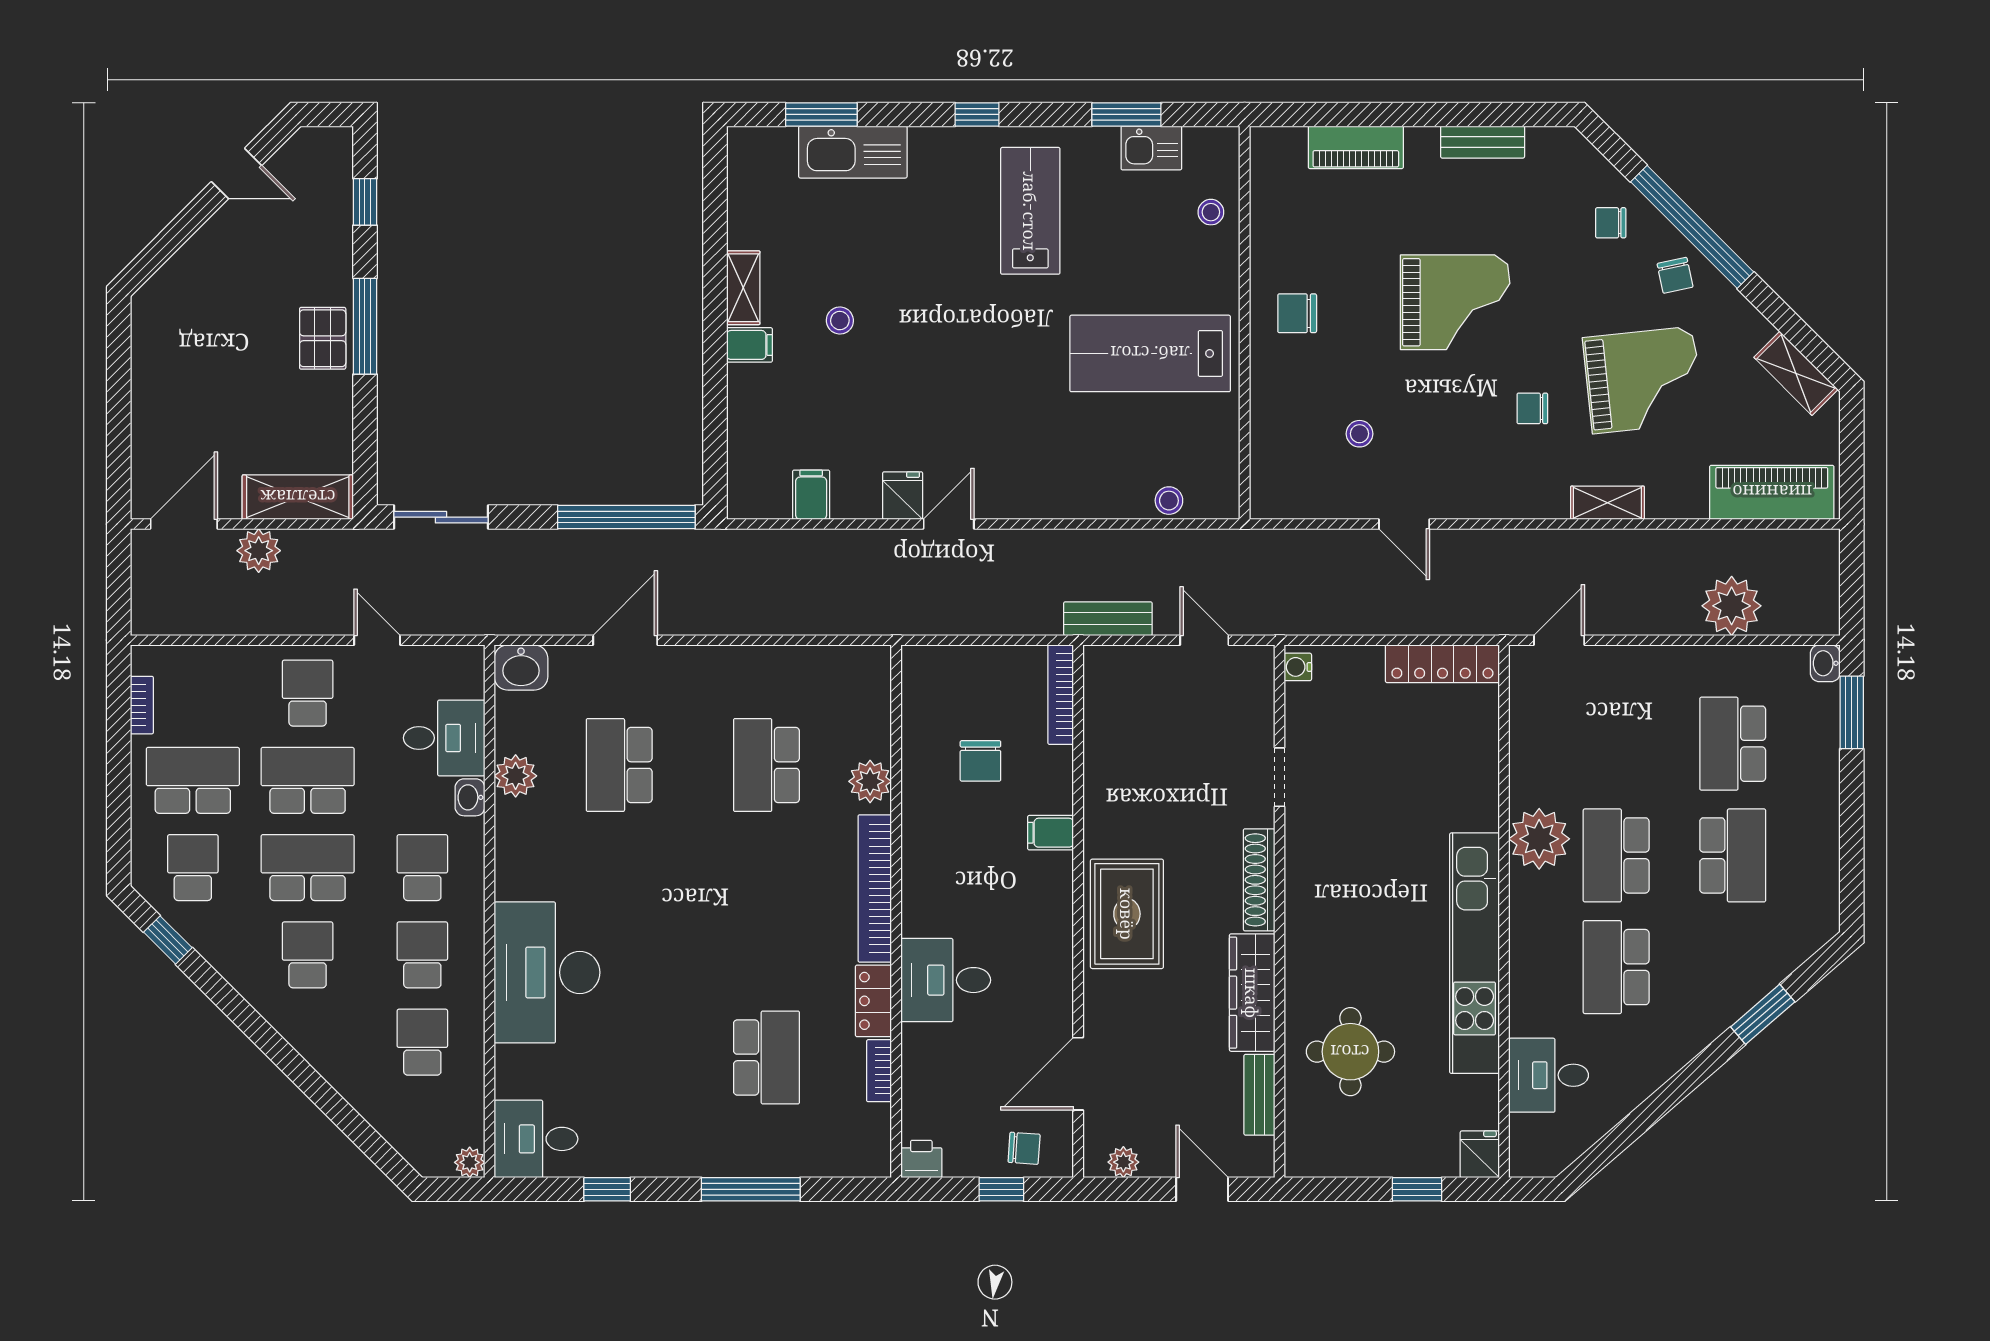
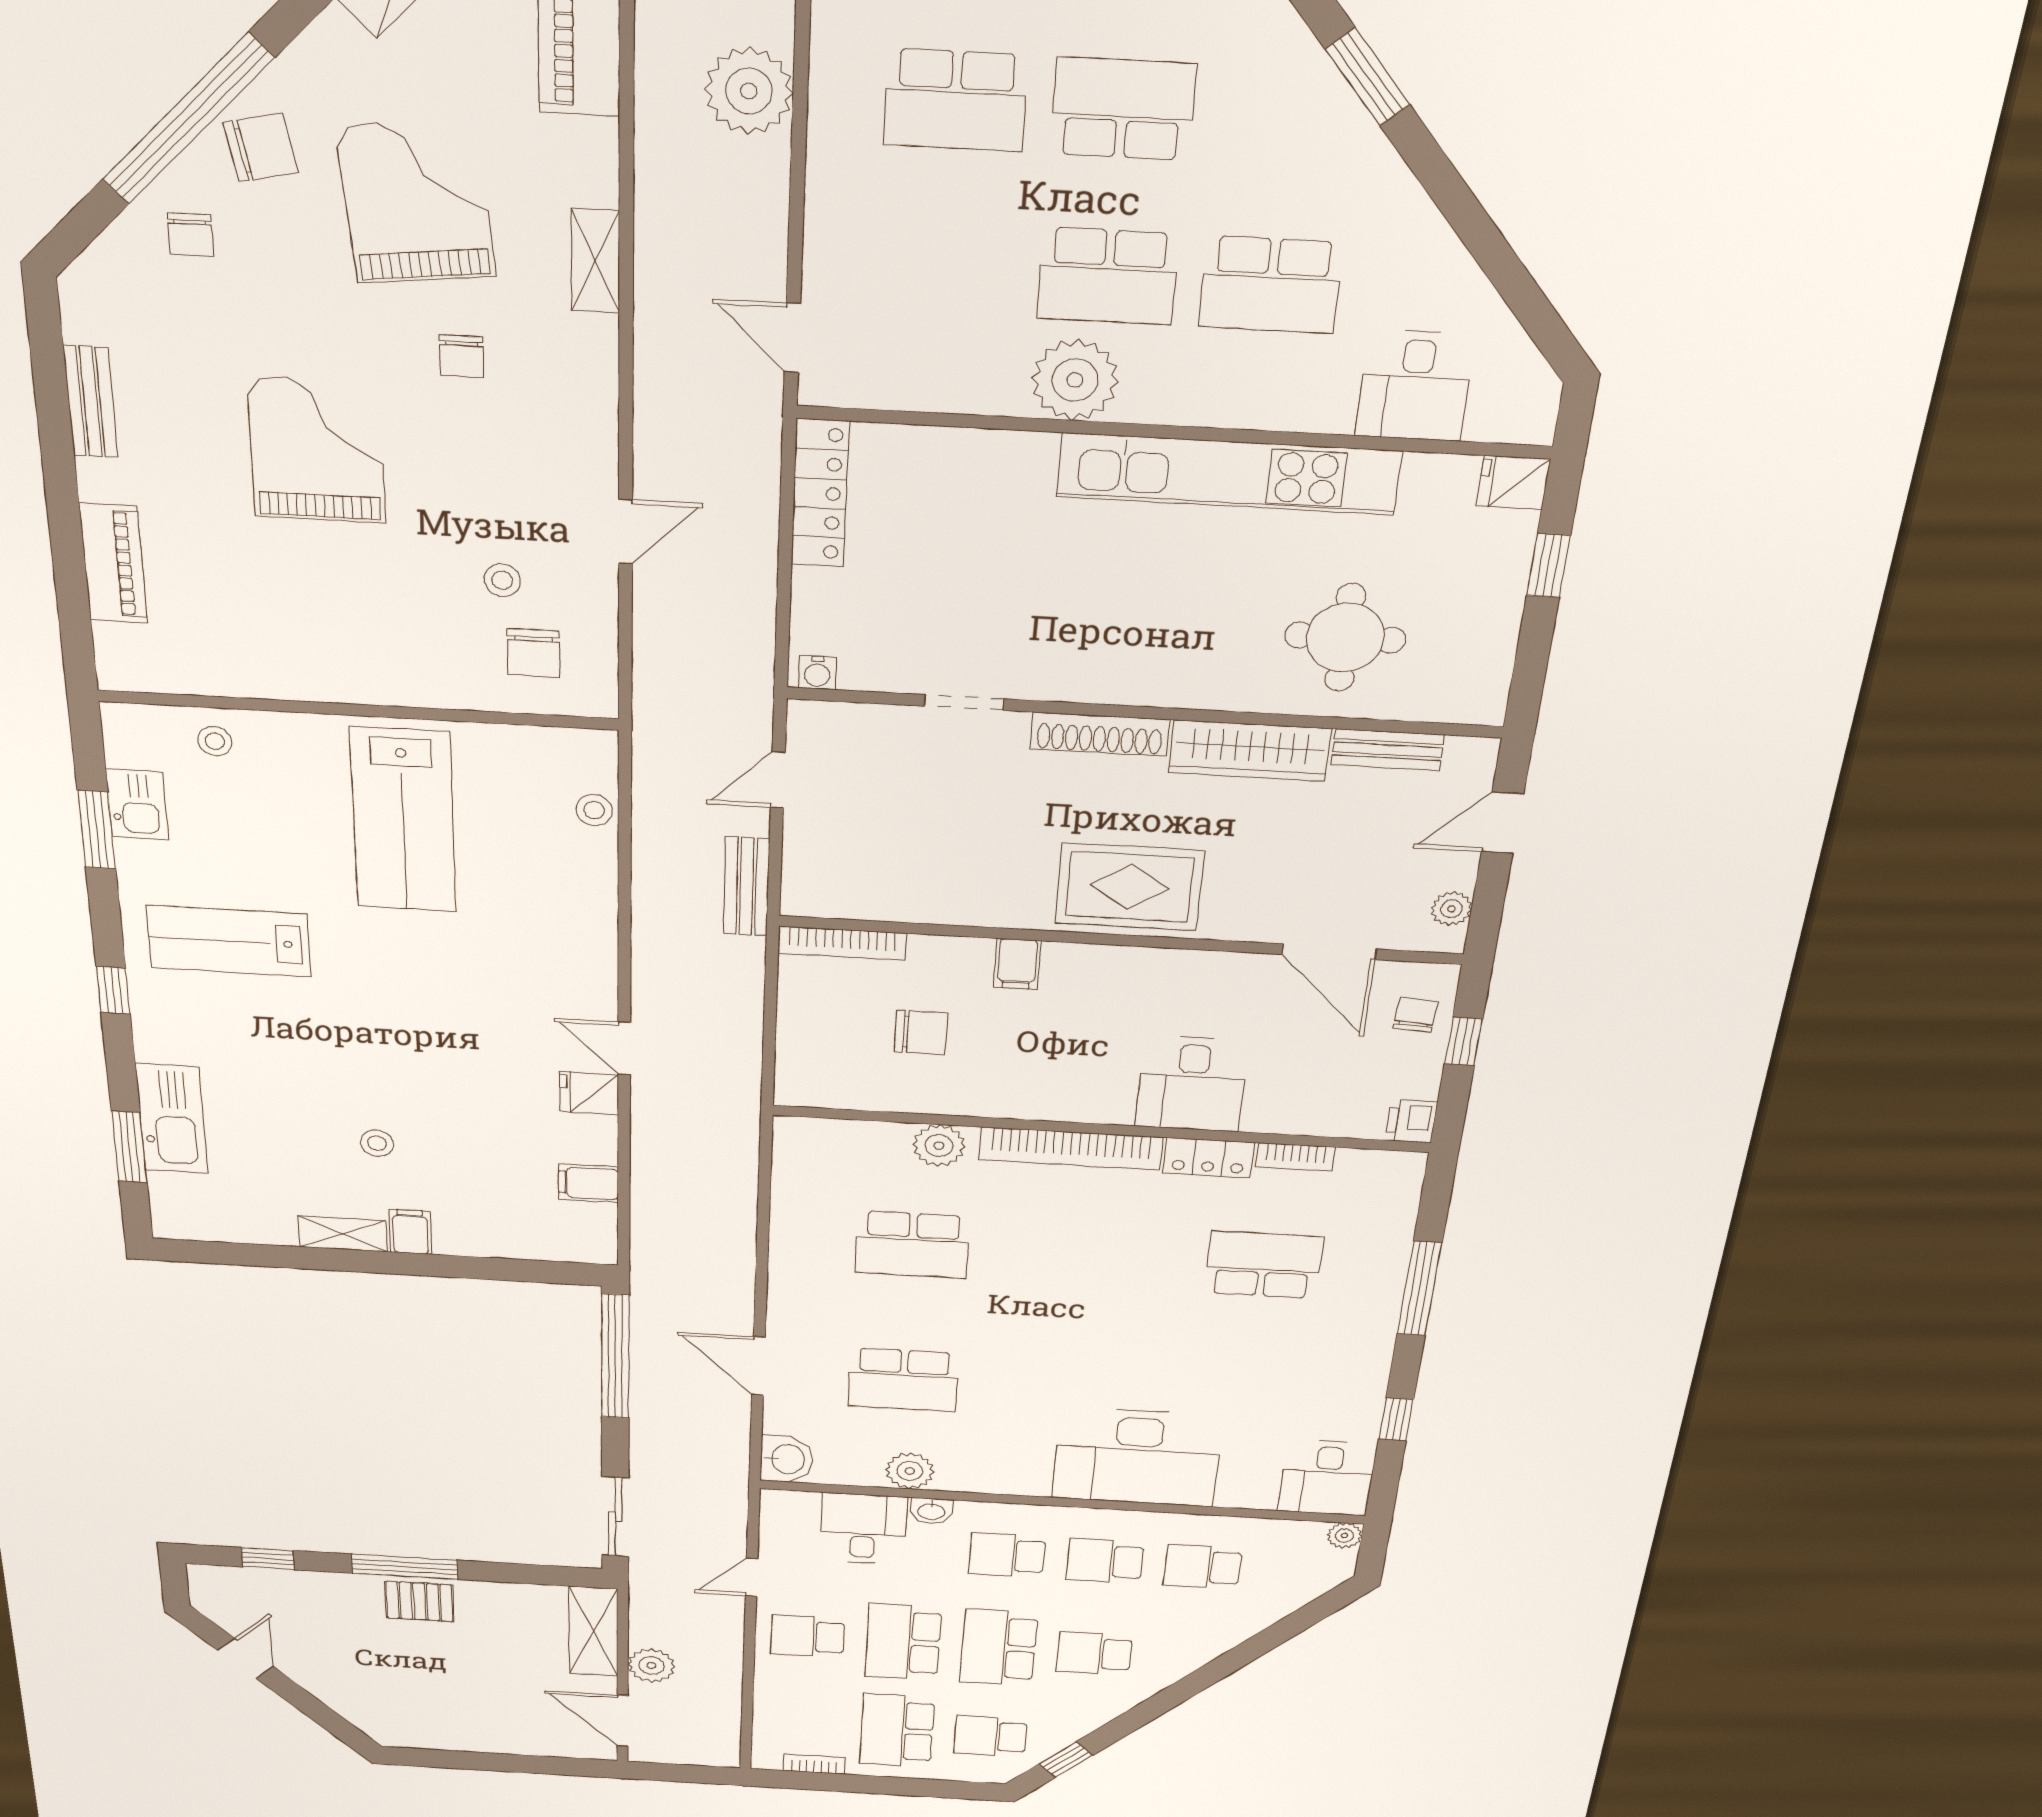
chair: (1675, 275) -> (261, 148), width x1.37, depth x1.37
chair: (1297, 313) -> (533, 653), moved

